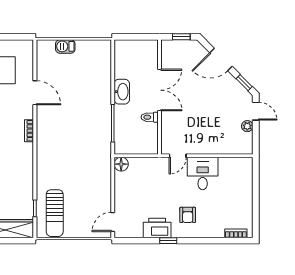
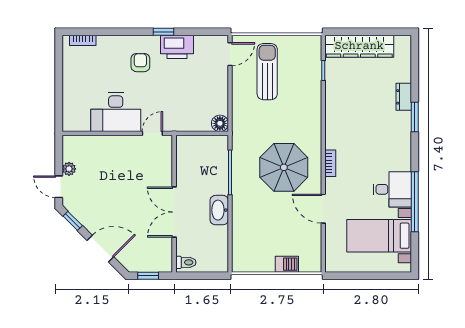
toilet: (150, 117) -> (186, 262), moved
parasol: (68, 127) -> (284, 167), added
desk: (203, 173) -> (116, 112), width x1.37
sun lounger: (55, 213) -> (267, 72), moved

